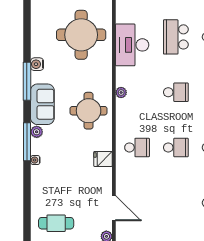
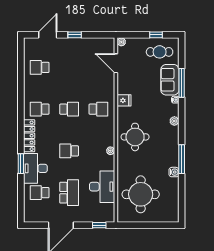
sofa: (42, 104) -> (170, 80), moved
window: (27, 142) -> (182, 83), moved
school desk: (137, 147) -> (98, 109), turned 180
school desk: (176, 147) -> (69, 109), turned 180

